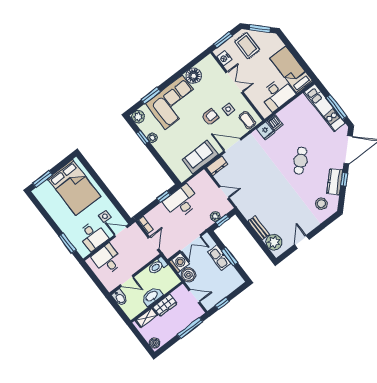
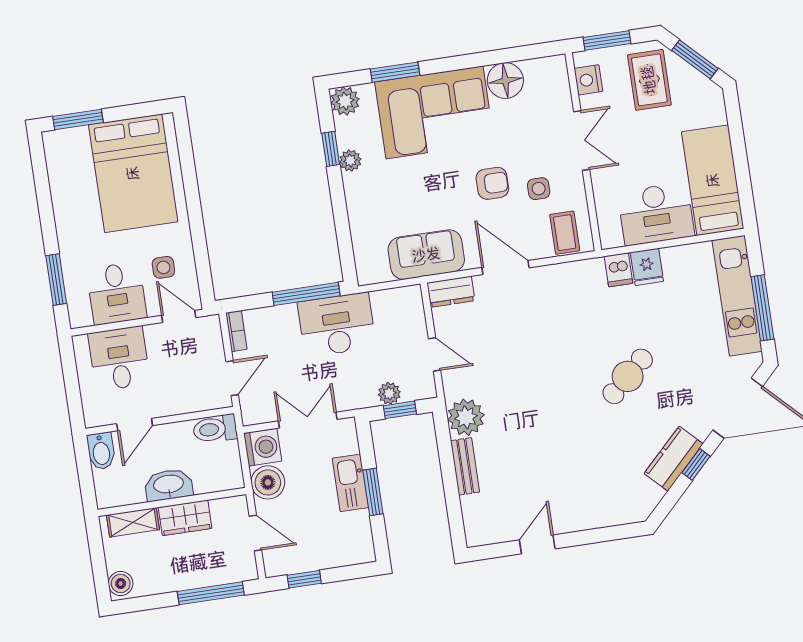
fridge: (266, 131) -> (647, 267), moved
window: (164, 197) -> (306, 294), width x2.17
stool: (321, 204) -> (621, 488), removed
plant: (274, 242) -> (466, 417), moved
double door: (190, 243) -> (308, 420), swing flipped
door: (127, 281) -> (135, 425), hinge flipped

